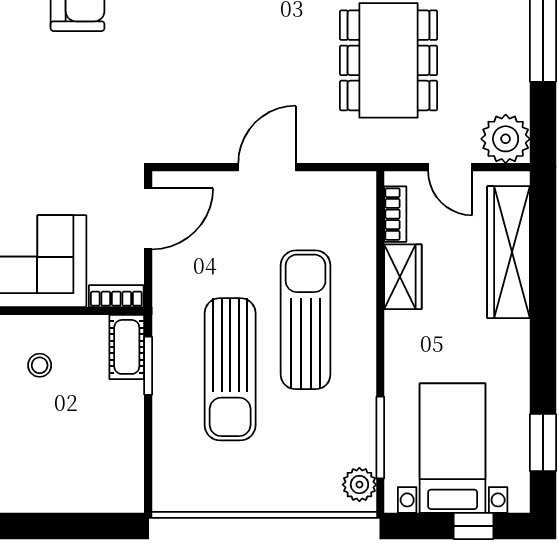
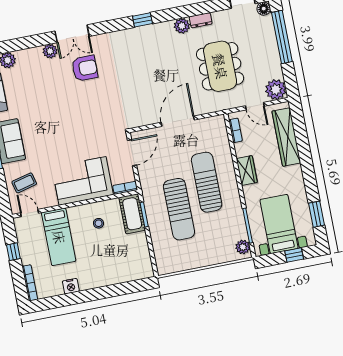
door: (267, 167) -> (178, 121), width x1.36
wardrobe: (403, 277) -> (247, 171), moved
cot: (127, 347) -> (132, 214), width x1.37, depth x1.34

